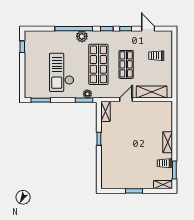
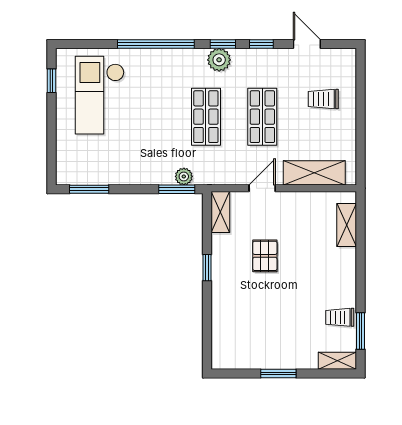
plant: (82, 36) -> (219, 60), moved
shop shelf: (98, 64) -> (206, 117), width x0.70, depth x0.74
checkout: (62, 72) -> (100, 95), moved
pallet: (127, 133) -> (265, 256), added
shelving: (168, 142) -> (347, 225), moved

